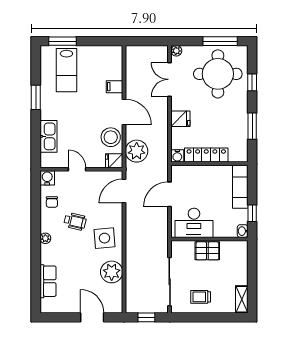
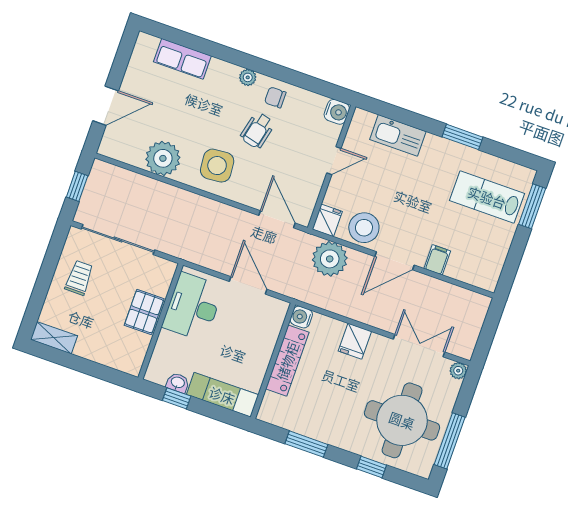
chair: (52, 202) -> (275, 97), moved
washbasin: (243, 231) -> (178, 383), moved

